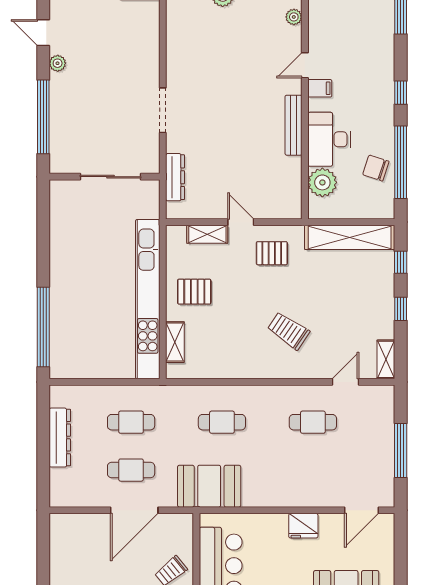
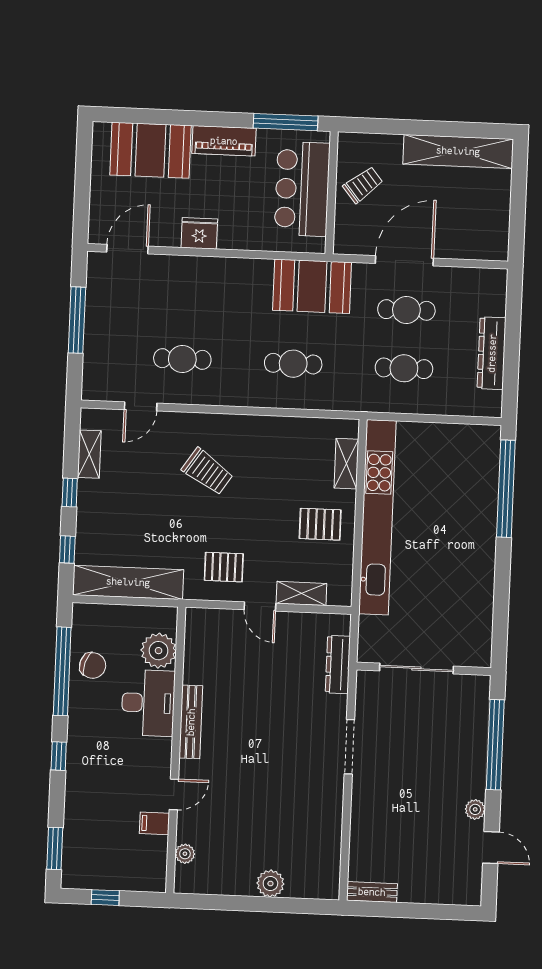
filing cabinet: (320, 88) -> (154, 823), moved
shelving: (386, 359) -> (89, 454), moved

